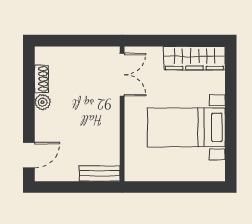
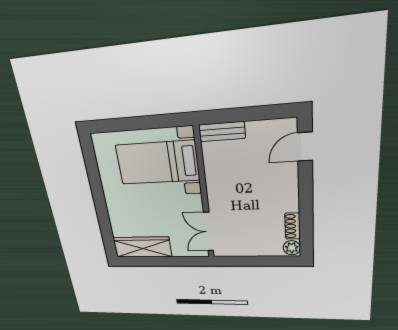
plant: (43, 102) -> (292, 248), moved
bed with nightstands: (186, 127) -> (157, 163), moved, turned 180

